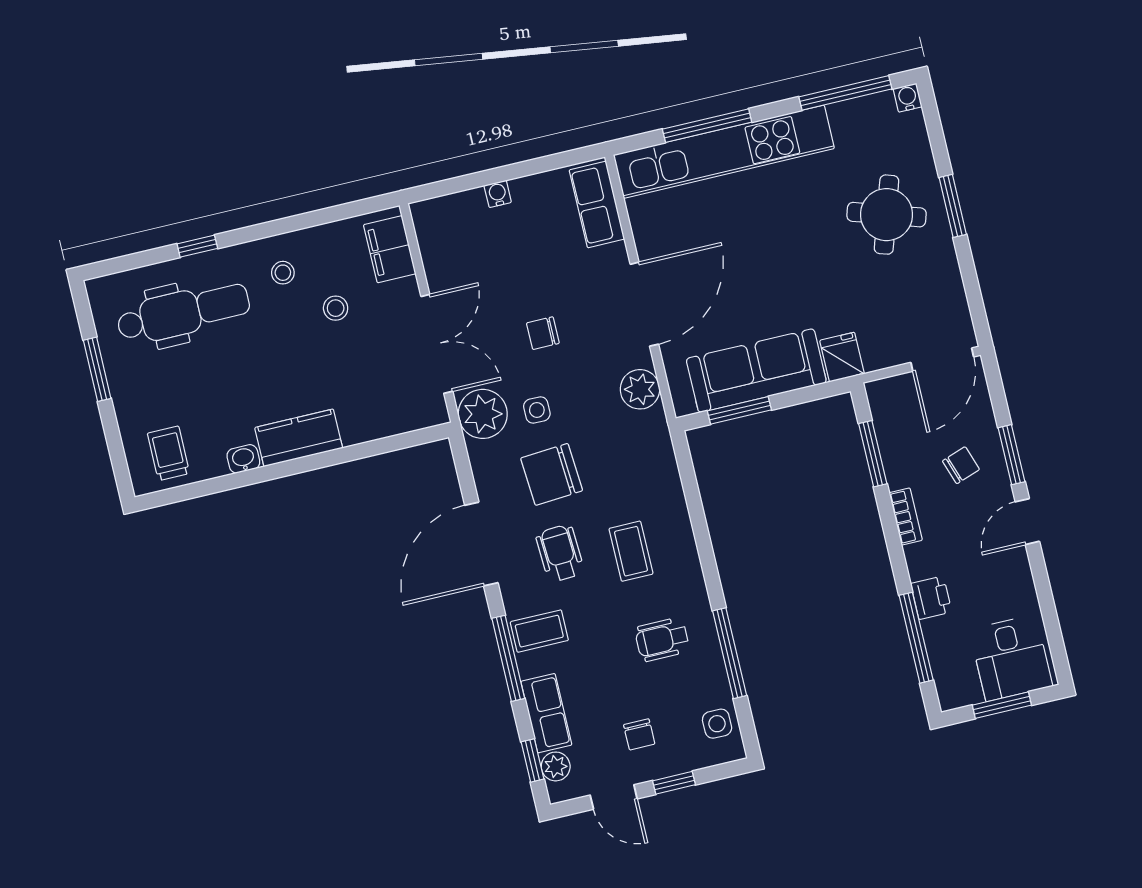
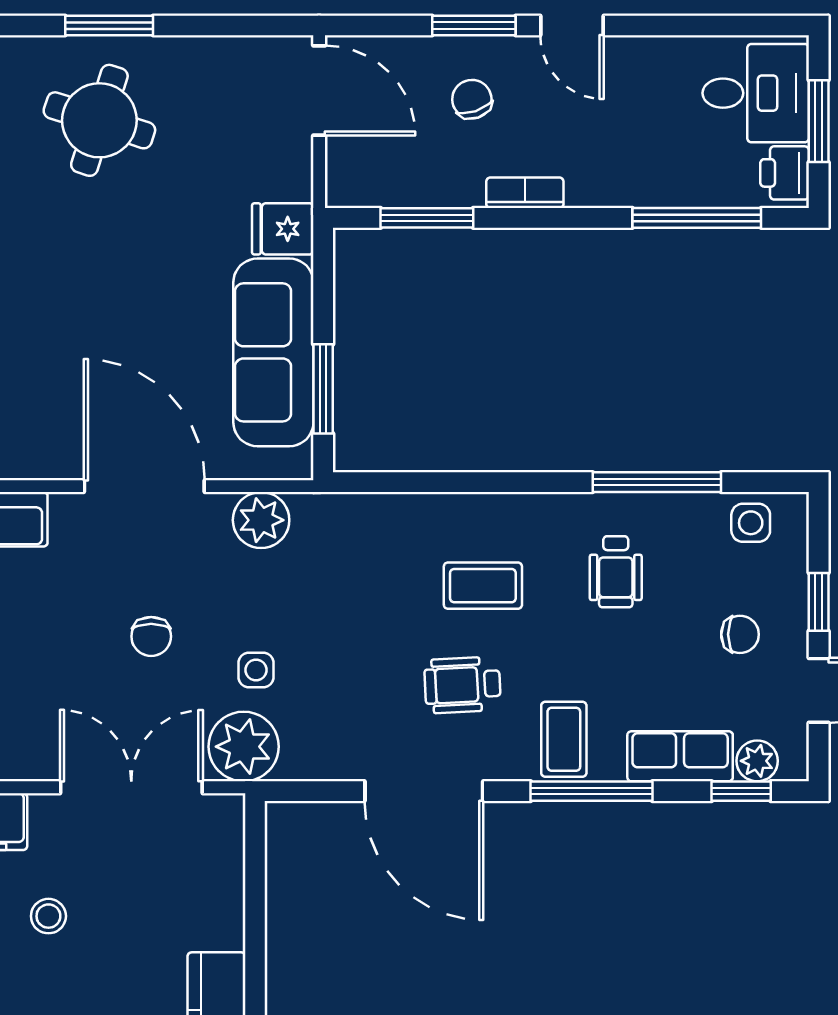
chair: (552, 474) -> (350, 671), removed
printer: (931, 598) -> (785, 173), moved, turned -90

